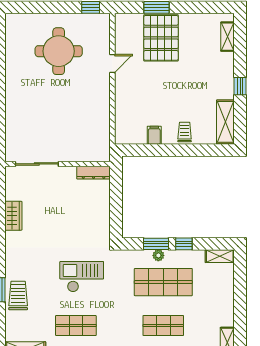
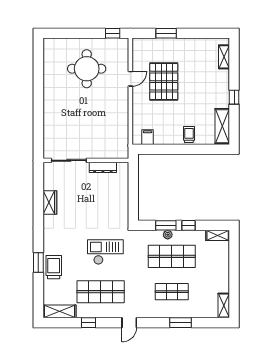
pallet: (161, 38) -> (164, 82), moved
filing cabinet: (154, 135) -> (148, 137), moved
dresser: (94, 173) -> (103, 167), moved
shop shelf: (76, 326) -> (101, 292), width x1.43, depth x1.36

